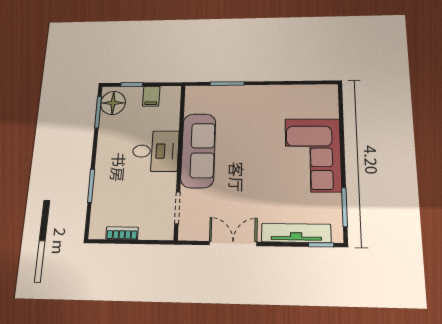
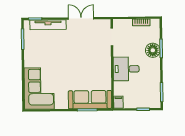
filing cabinet: (151, 96) -> (118, 102), moved
floor lamp: (113, 103) -> (153, 50), moved
sofa: (198, 150) -> (90, 100), moved, turned 90
corner sofa: (313, 155) -> (39, 89), moved
double door: (233, 243) -> (81, 18), swing flipped

